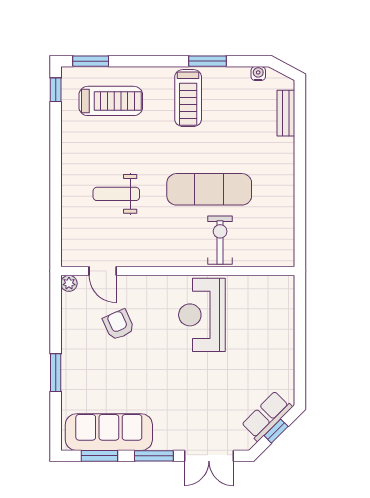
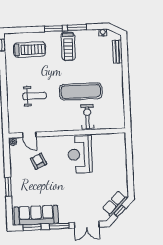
window: (91, 61) -> (54, 29), moved
weight bench: (116, 194) -> (34, 96), turned 180

